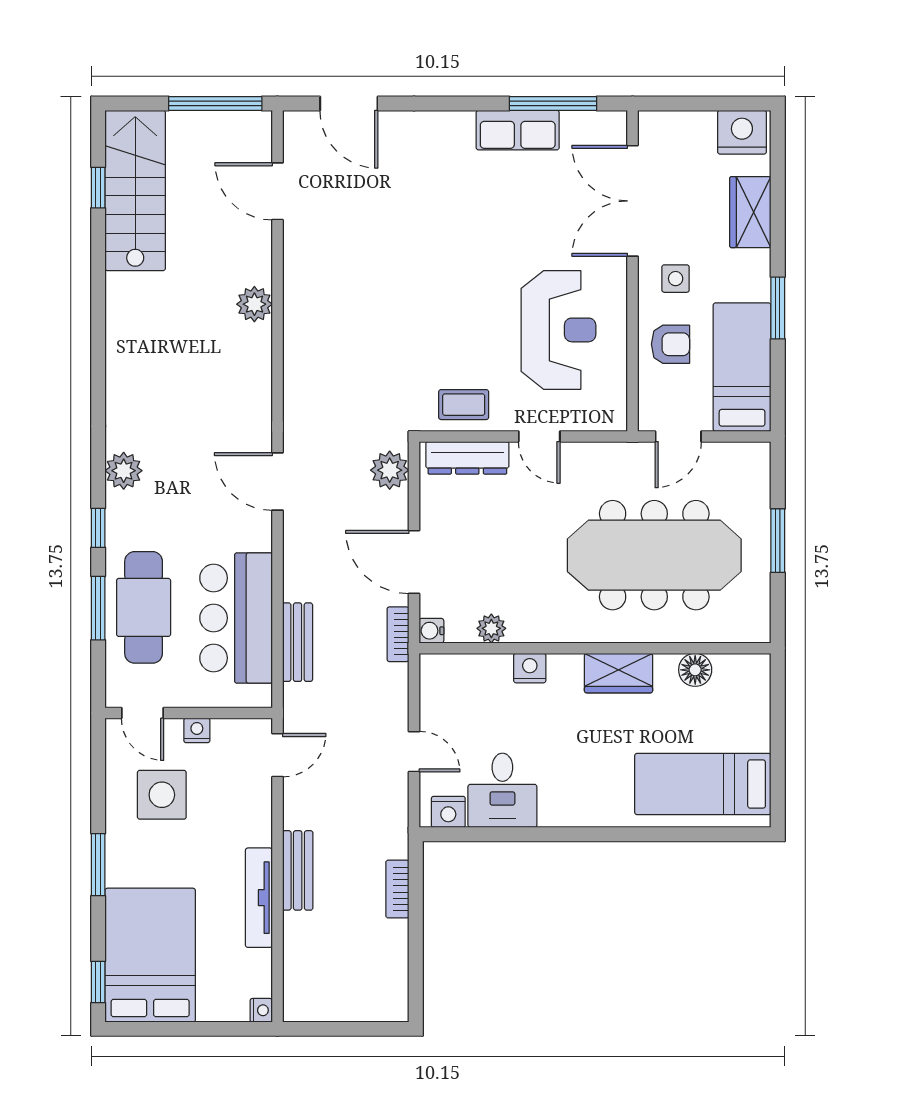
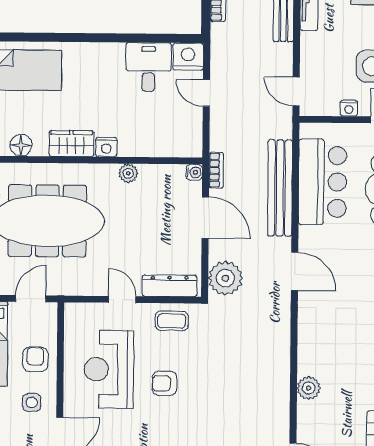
armchair: (474, 309) -> (164, 383), added
armchair: (671, 344) -> (35, 359), turned 90
plant: (390, 470) -> (225, 278), width x1.36, depth x1.36
plant: (491, 628) -> (128, 173), moved
bench: (298, 642) -> (280, 188), width x1.86, depth x1.21
nightstand: (530, 668) -> (106, 147), moved
door: (277, 755) -> (296, 91), hinge flipped
nightstand: (448, 812) -> (188, 57), width x1.36, depth x1.33

